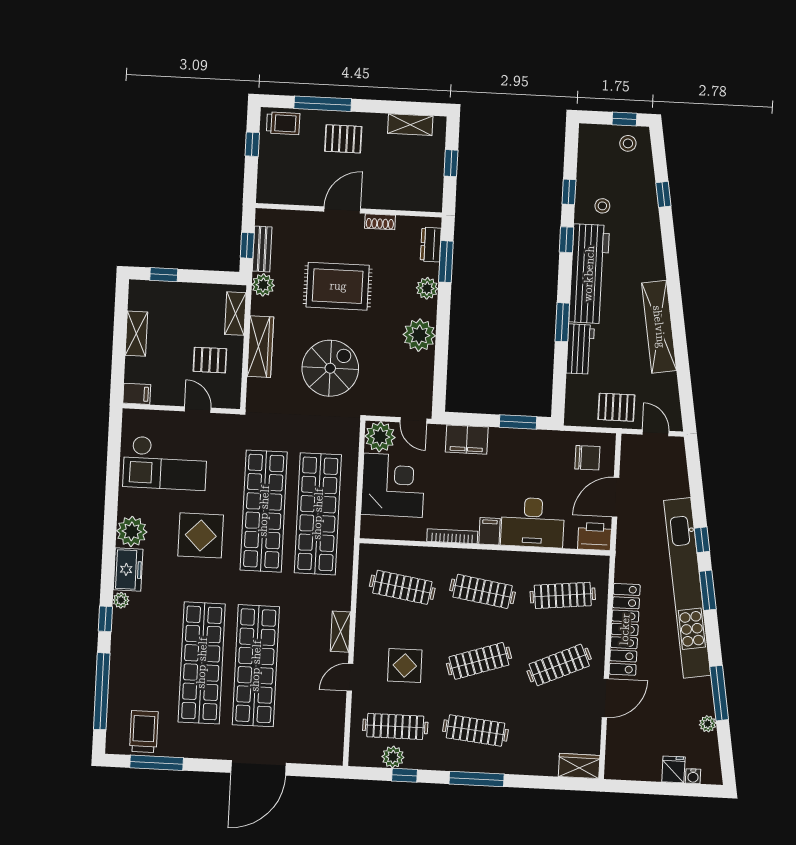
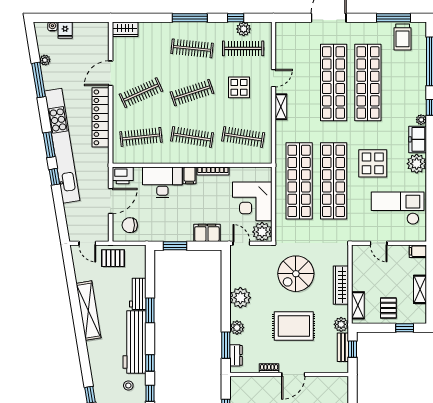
pallet: (210, 360) -> (388, 308), moved, turned 90

